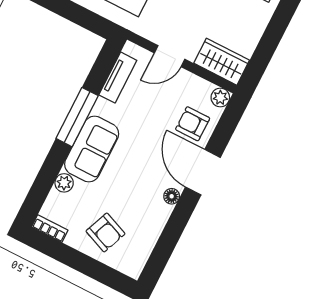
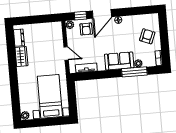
wardrobe: (222, 62) -> (56, 33), removed
window: (77, 117) -> (134, 72), moved
window: (225, 129) -> (80, 16), added

